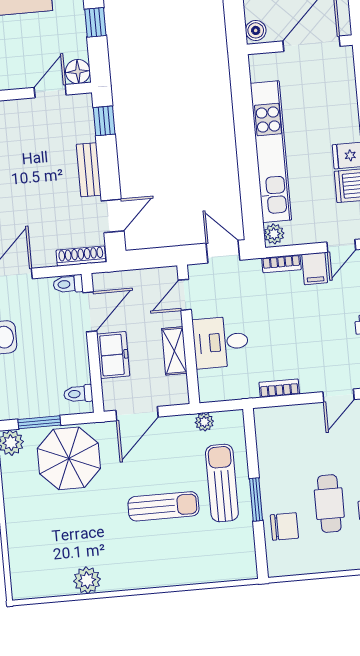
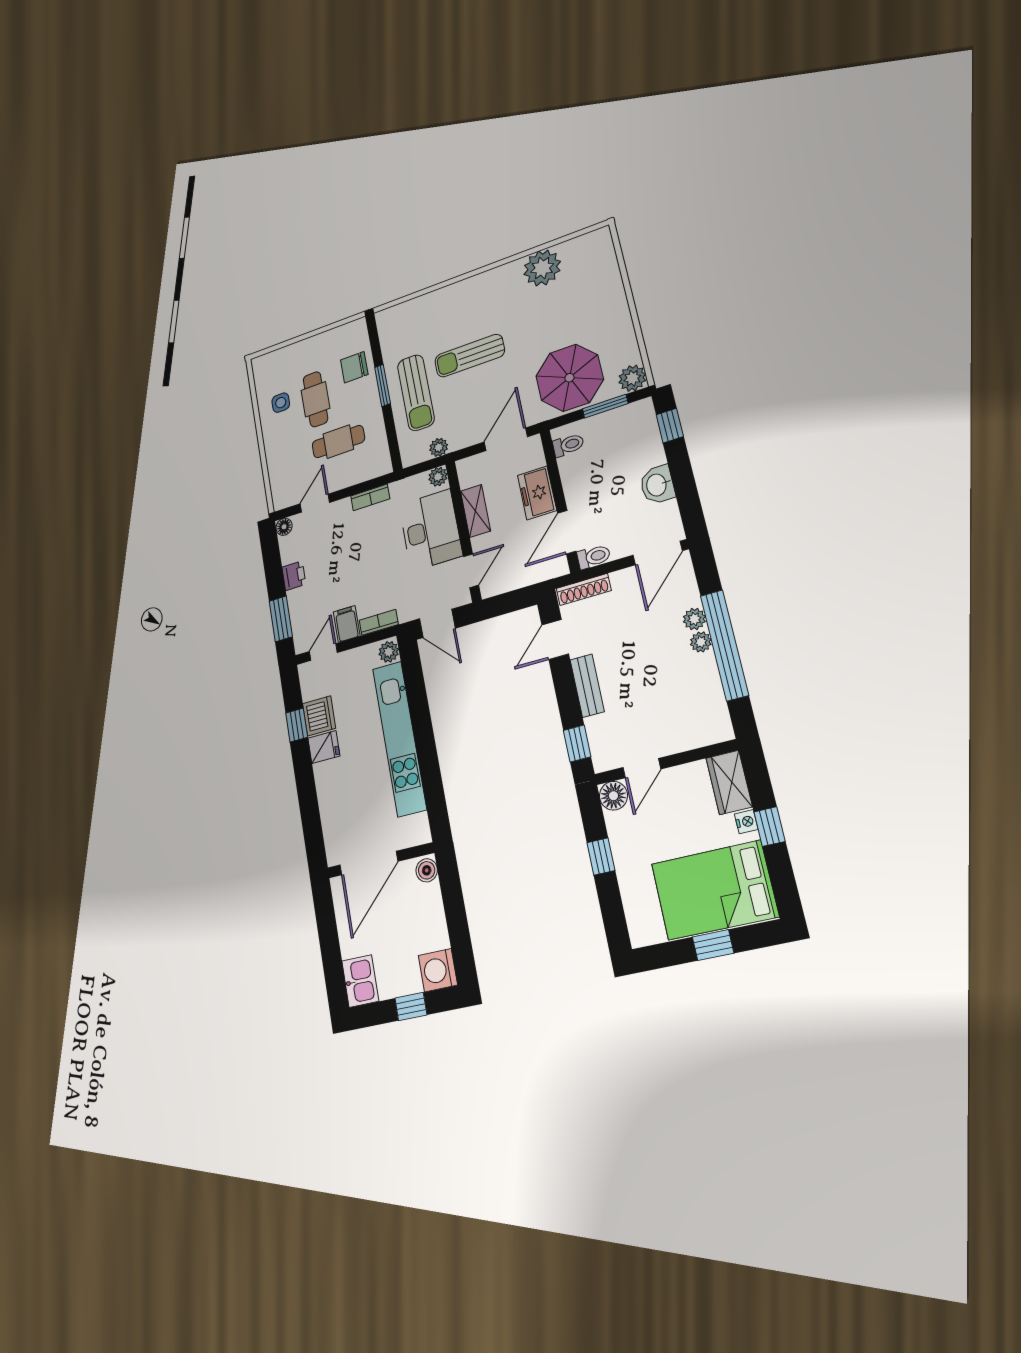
desk: (221, 342) -> (430, 530), width x1.37
plant: (208, 393) -> (438, 477), added
cafe table: (308, 453) -> (338, 442), added
plant: (87, 580) -> (542, 268), width x1.36, depth x1.36

